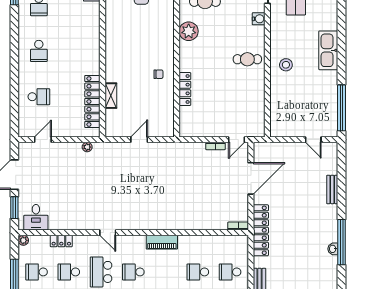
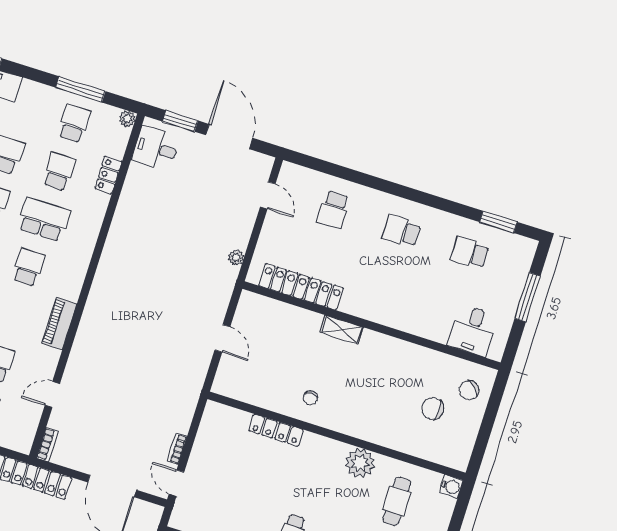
shelving: (111, 96) -> (342, 330), moved
door: (108, 233) -> (52, 394), moved

